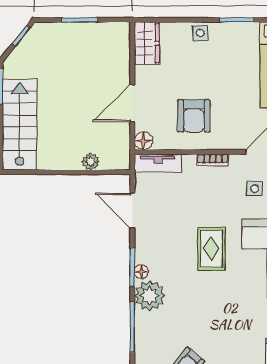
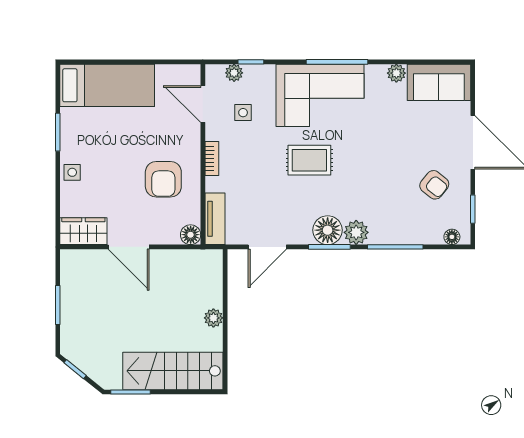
door: (132, 103) -> (129, 247), moved
armchair: (194, 116) -> (163, 179), turned 90
plant: (91, 162) -> (213, 318), moved
floor lamp: (141, 272) -> (328, 230), width x1.89, depth x1.89
plant: (150, 296) -> (356, 232), width x0.73, depth x0.73

